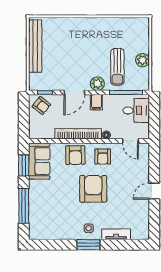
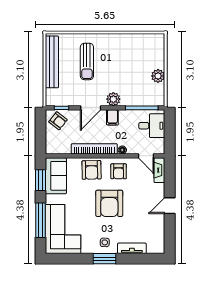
sun lounger: (117, 67) -> (87, 61), moved
fireplace: (144, 155) -> (159, 170), added
armchair: (93, 189) -> (109, 203), turned 180
corner sofa: (46, 215) -> (63, 229), added

